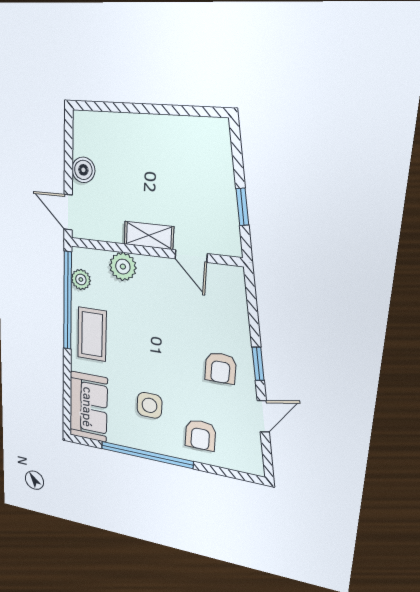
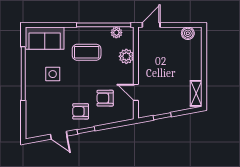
boiler: (83, 170) -> (188, 33), moved
shelving: (149, 235) -> (196, 93), moved
door: (191, 256) -> (136, 92), hinge flipped
coffee table: (92, 334) -> (87, 52), moved
armchair: (200, 435) -> (105, 98), moved

